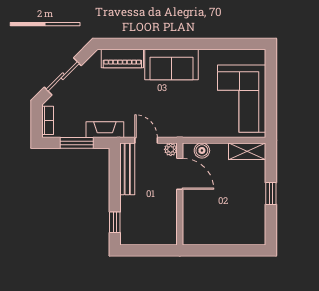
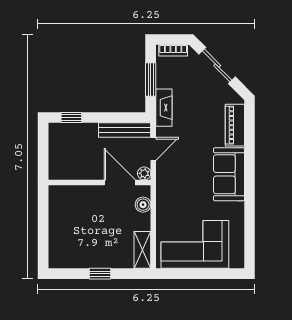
door: (180, 174) -> (120, 183), swing flipped

